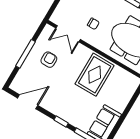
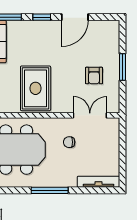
window: (26, 54) -> (123, 67), width x0.69
door: (28, 102) -> (75, 17), moved

